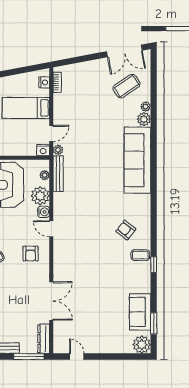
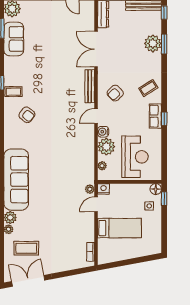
nightstand: (44, 82) -> (103, 252), removed
coffee table: (126, 86) -> (26, 248), turned 34
bench: (58, 174) -> (90, 86), moved
door: (51, 229) -> (96, 116), swing flipped
armchair: (31, 254) -> (115, 93), turned -133

